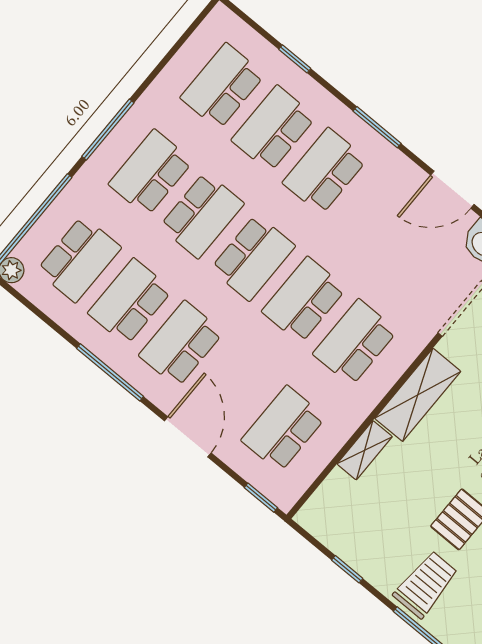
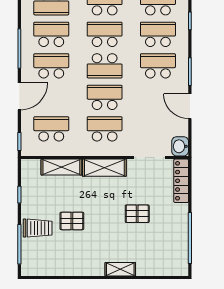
door: (452, 190) -> (190, 106), moved
school desk: (202, 215) -> (105, 34), turned 180
shelving: (365, 450) -> (61, 167), width x1.50, depth x1.33

